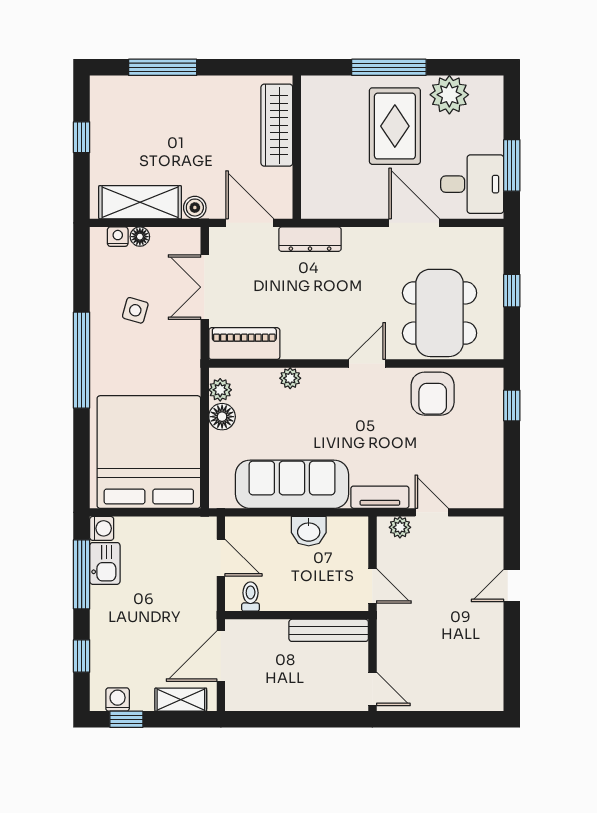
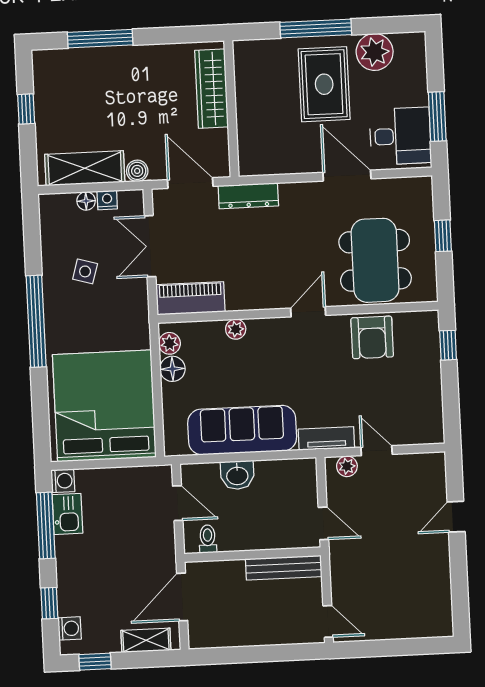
nightstand: (118, 237) -> (107, 200), moved
washbasin: (309, 531) -> (237, 475), moved
washing machine: (118, 700) -> (70, 628), moved, turned 90

